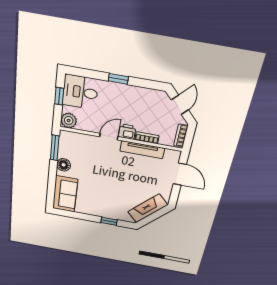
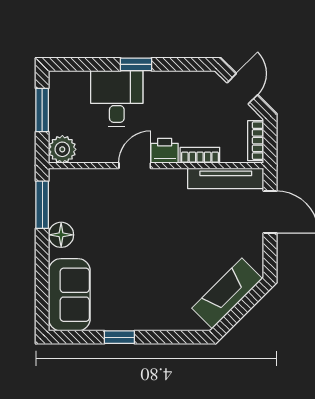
desk: (80, 92) -> (117, 99), moved, turned 90
window: (59, 96) -> (42, 110), width x1.50
tv unit: (142, 150) -> (226, 178), moved
window: (109, 221) -> (119, 337), moved

